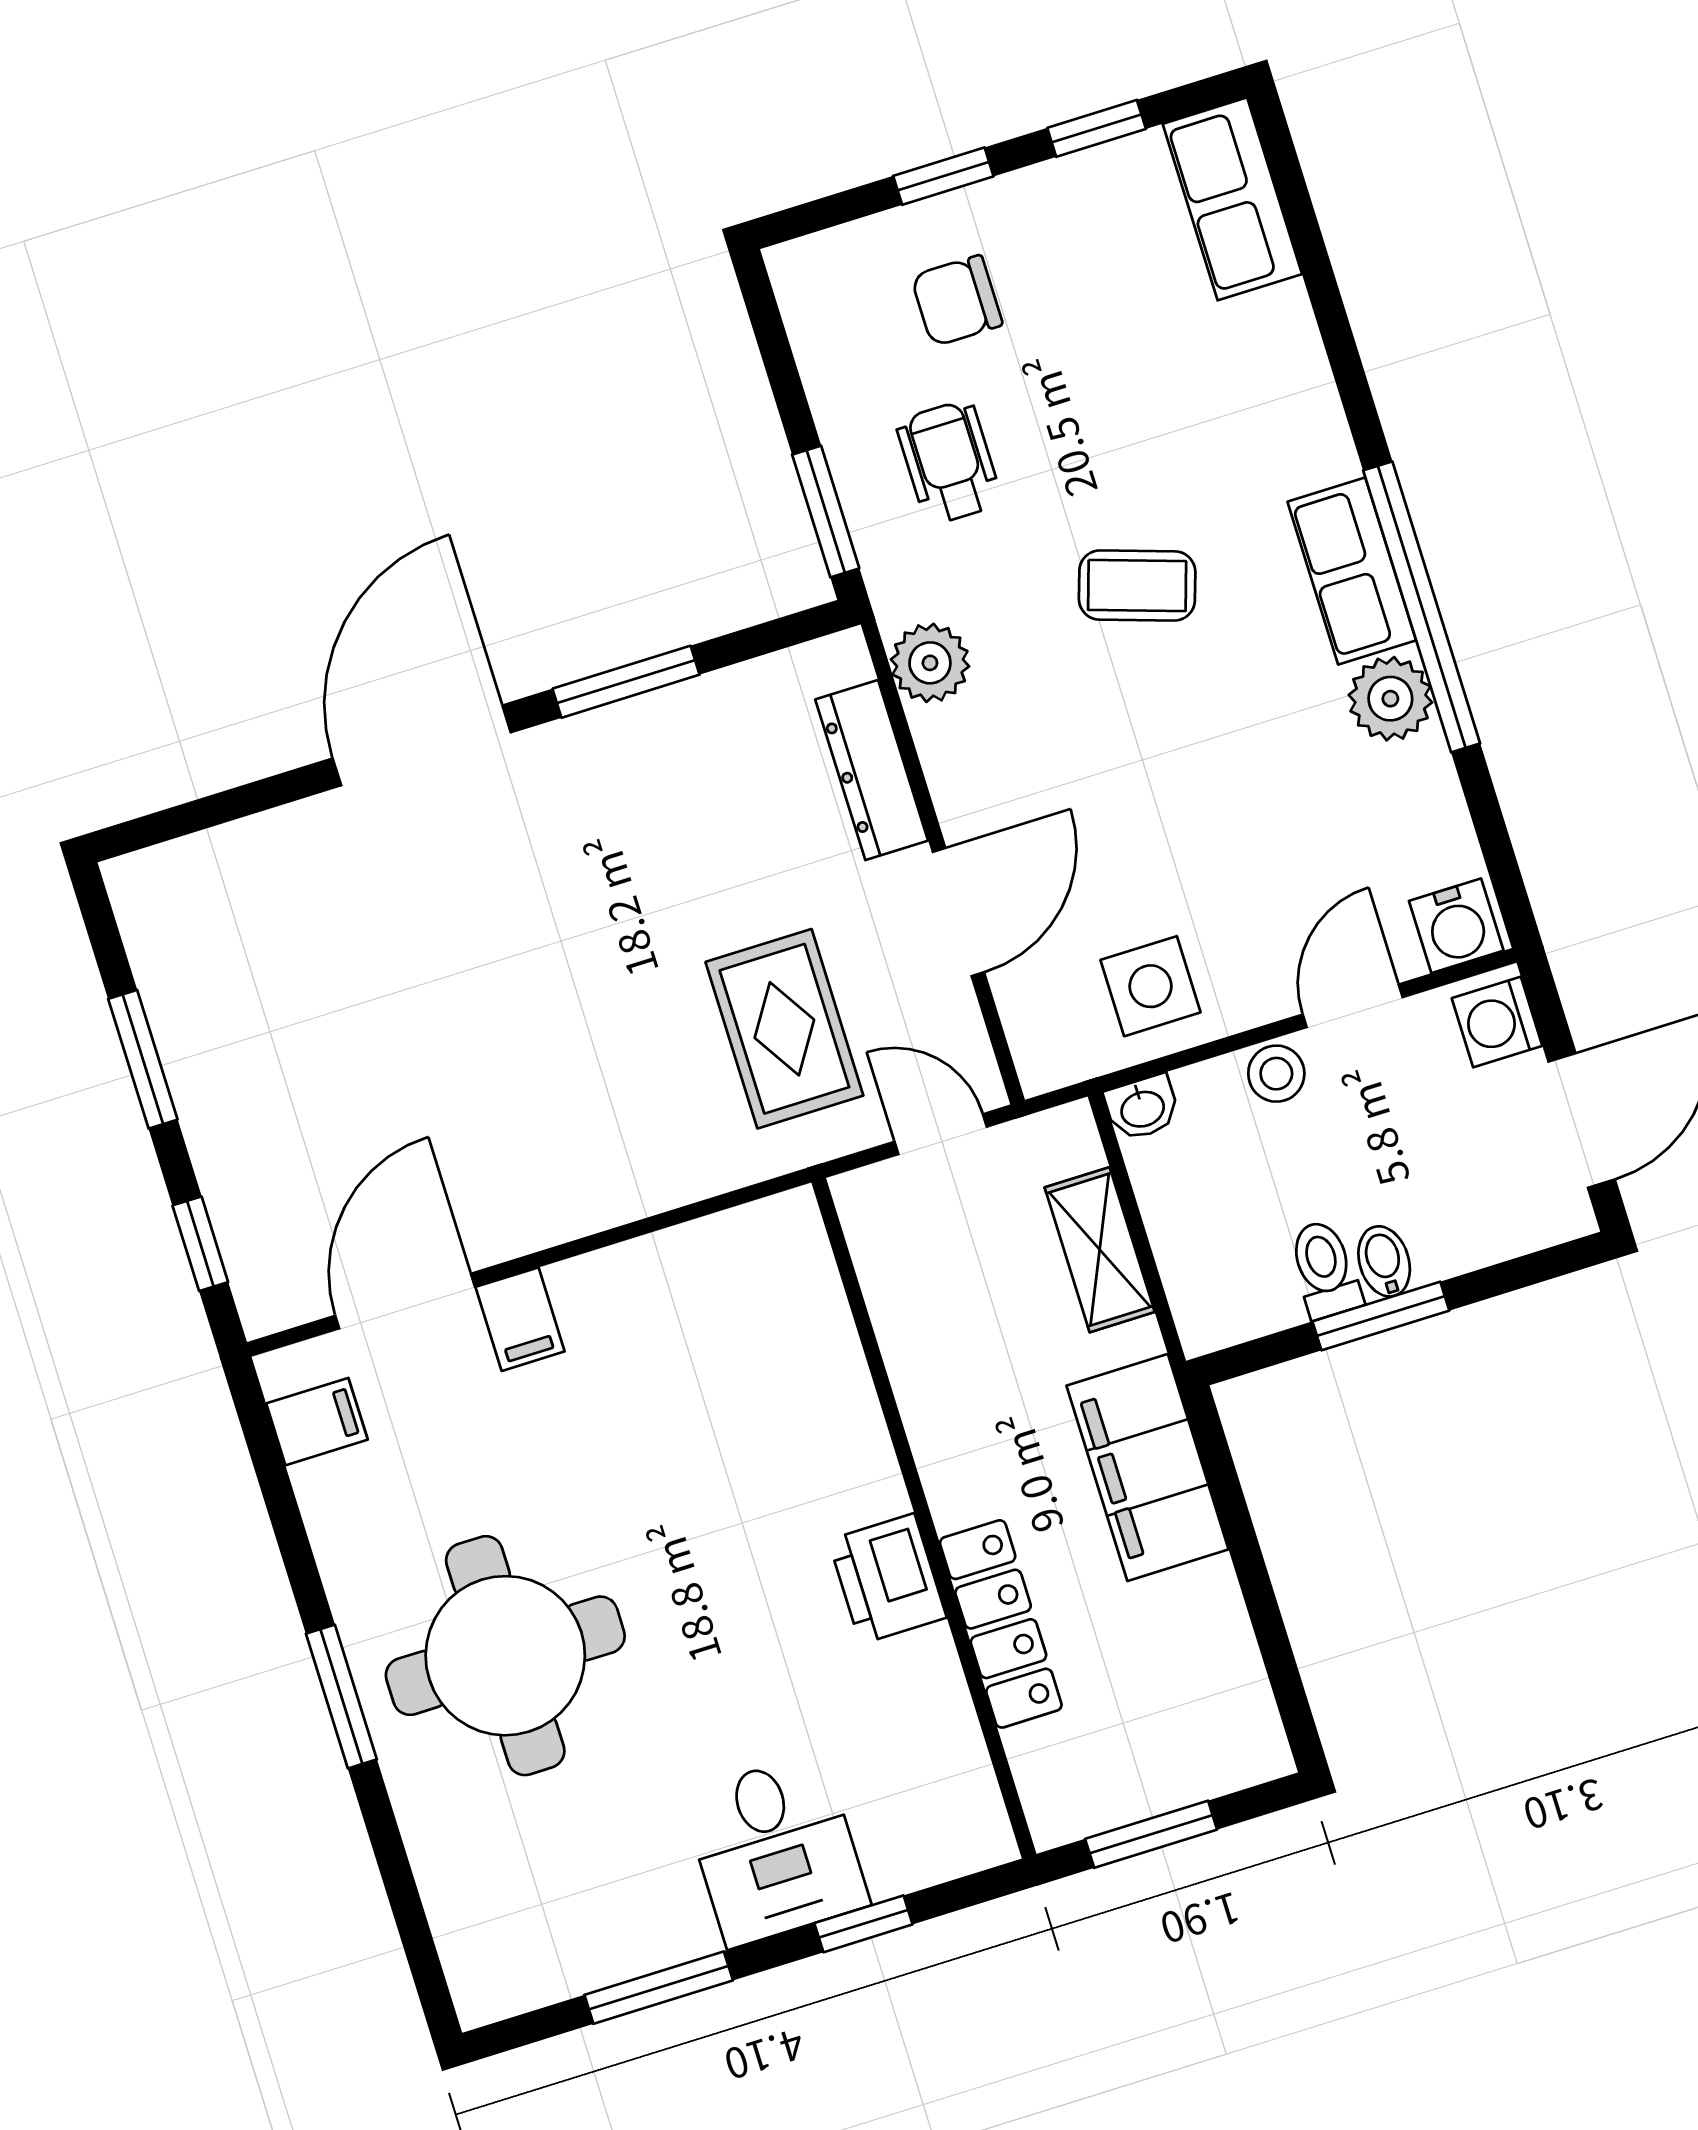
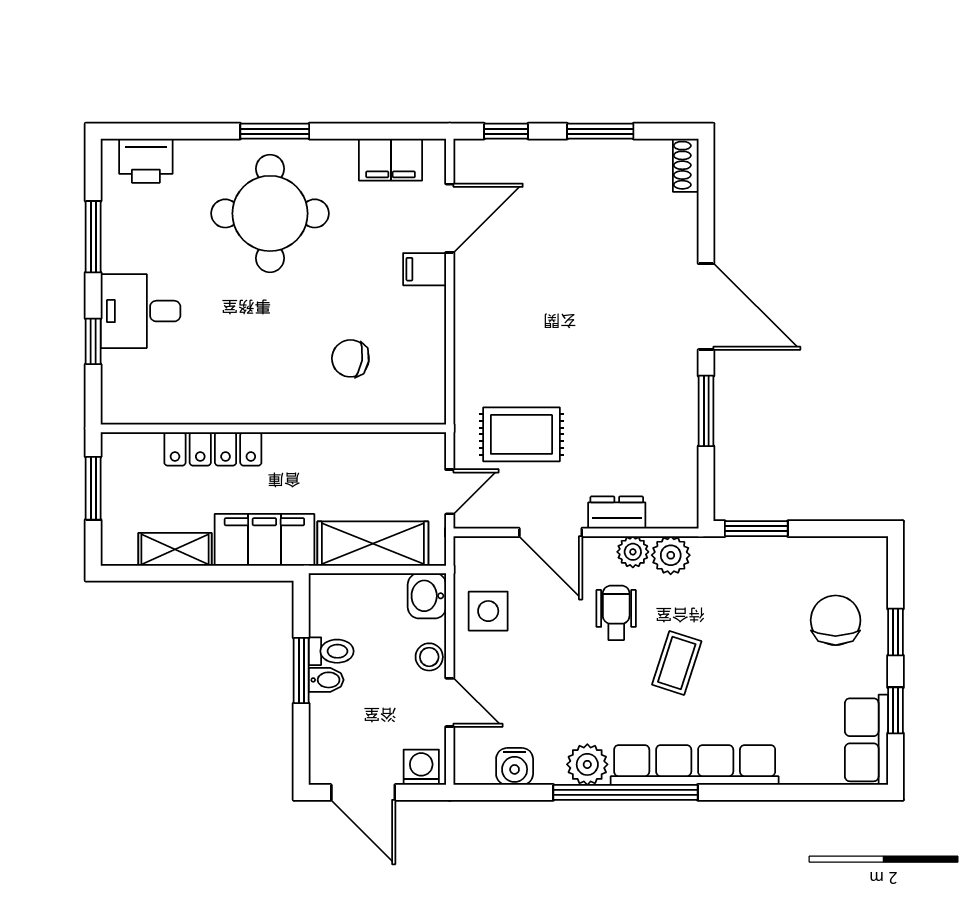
row of seats: (1232, 199) -> (866, 740), moved, turned -90
chair: (957, 301) -> (836, 620), width x1.37, depth x1.37
wheelchair: (949, 462) -> (616, 613), moved, turned -90
row of seats: (1352, 571) -> (695, 765), width x2.02
plant: (946, 739) -> (633, 552), added
dresser: (872, 770) -> (617, 513), width x0.70
shoe rack: (157, 871) -> (686, 165), added
water cooler: (1456, 926) -> (515, 766), moved, turned -90
washbasin: (1142, 1108) -> (427, 596), width x1.38, depth x1.45
shelving: (1100, 1250) -> (373, 544), width x1.50, depth x1.33
door: (405, 1301) -> (450, 218), hinge flipped
chair: (740, 1410) -> (350, 358), added
filing cabinet: (317, 1422) -> (391, 160), width x2.00
printer: (887, 1579) -> (146, 161), moved, turned 180
shelving: (1221, 1637) -> (175, 549), added

